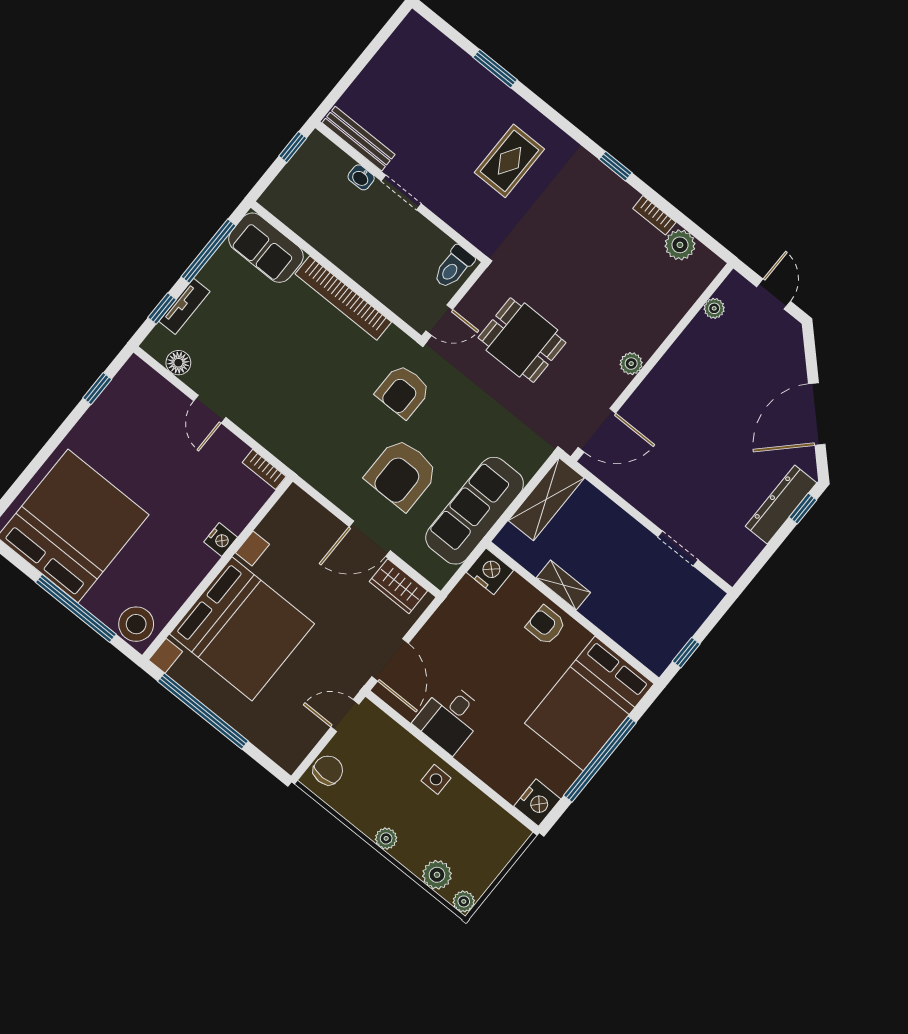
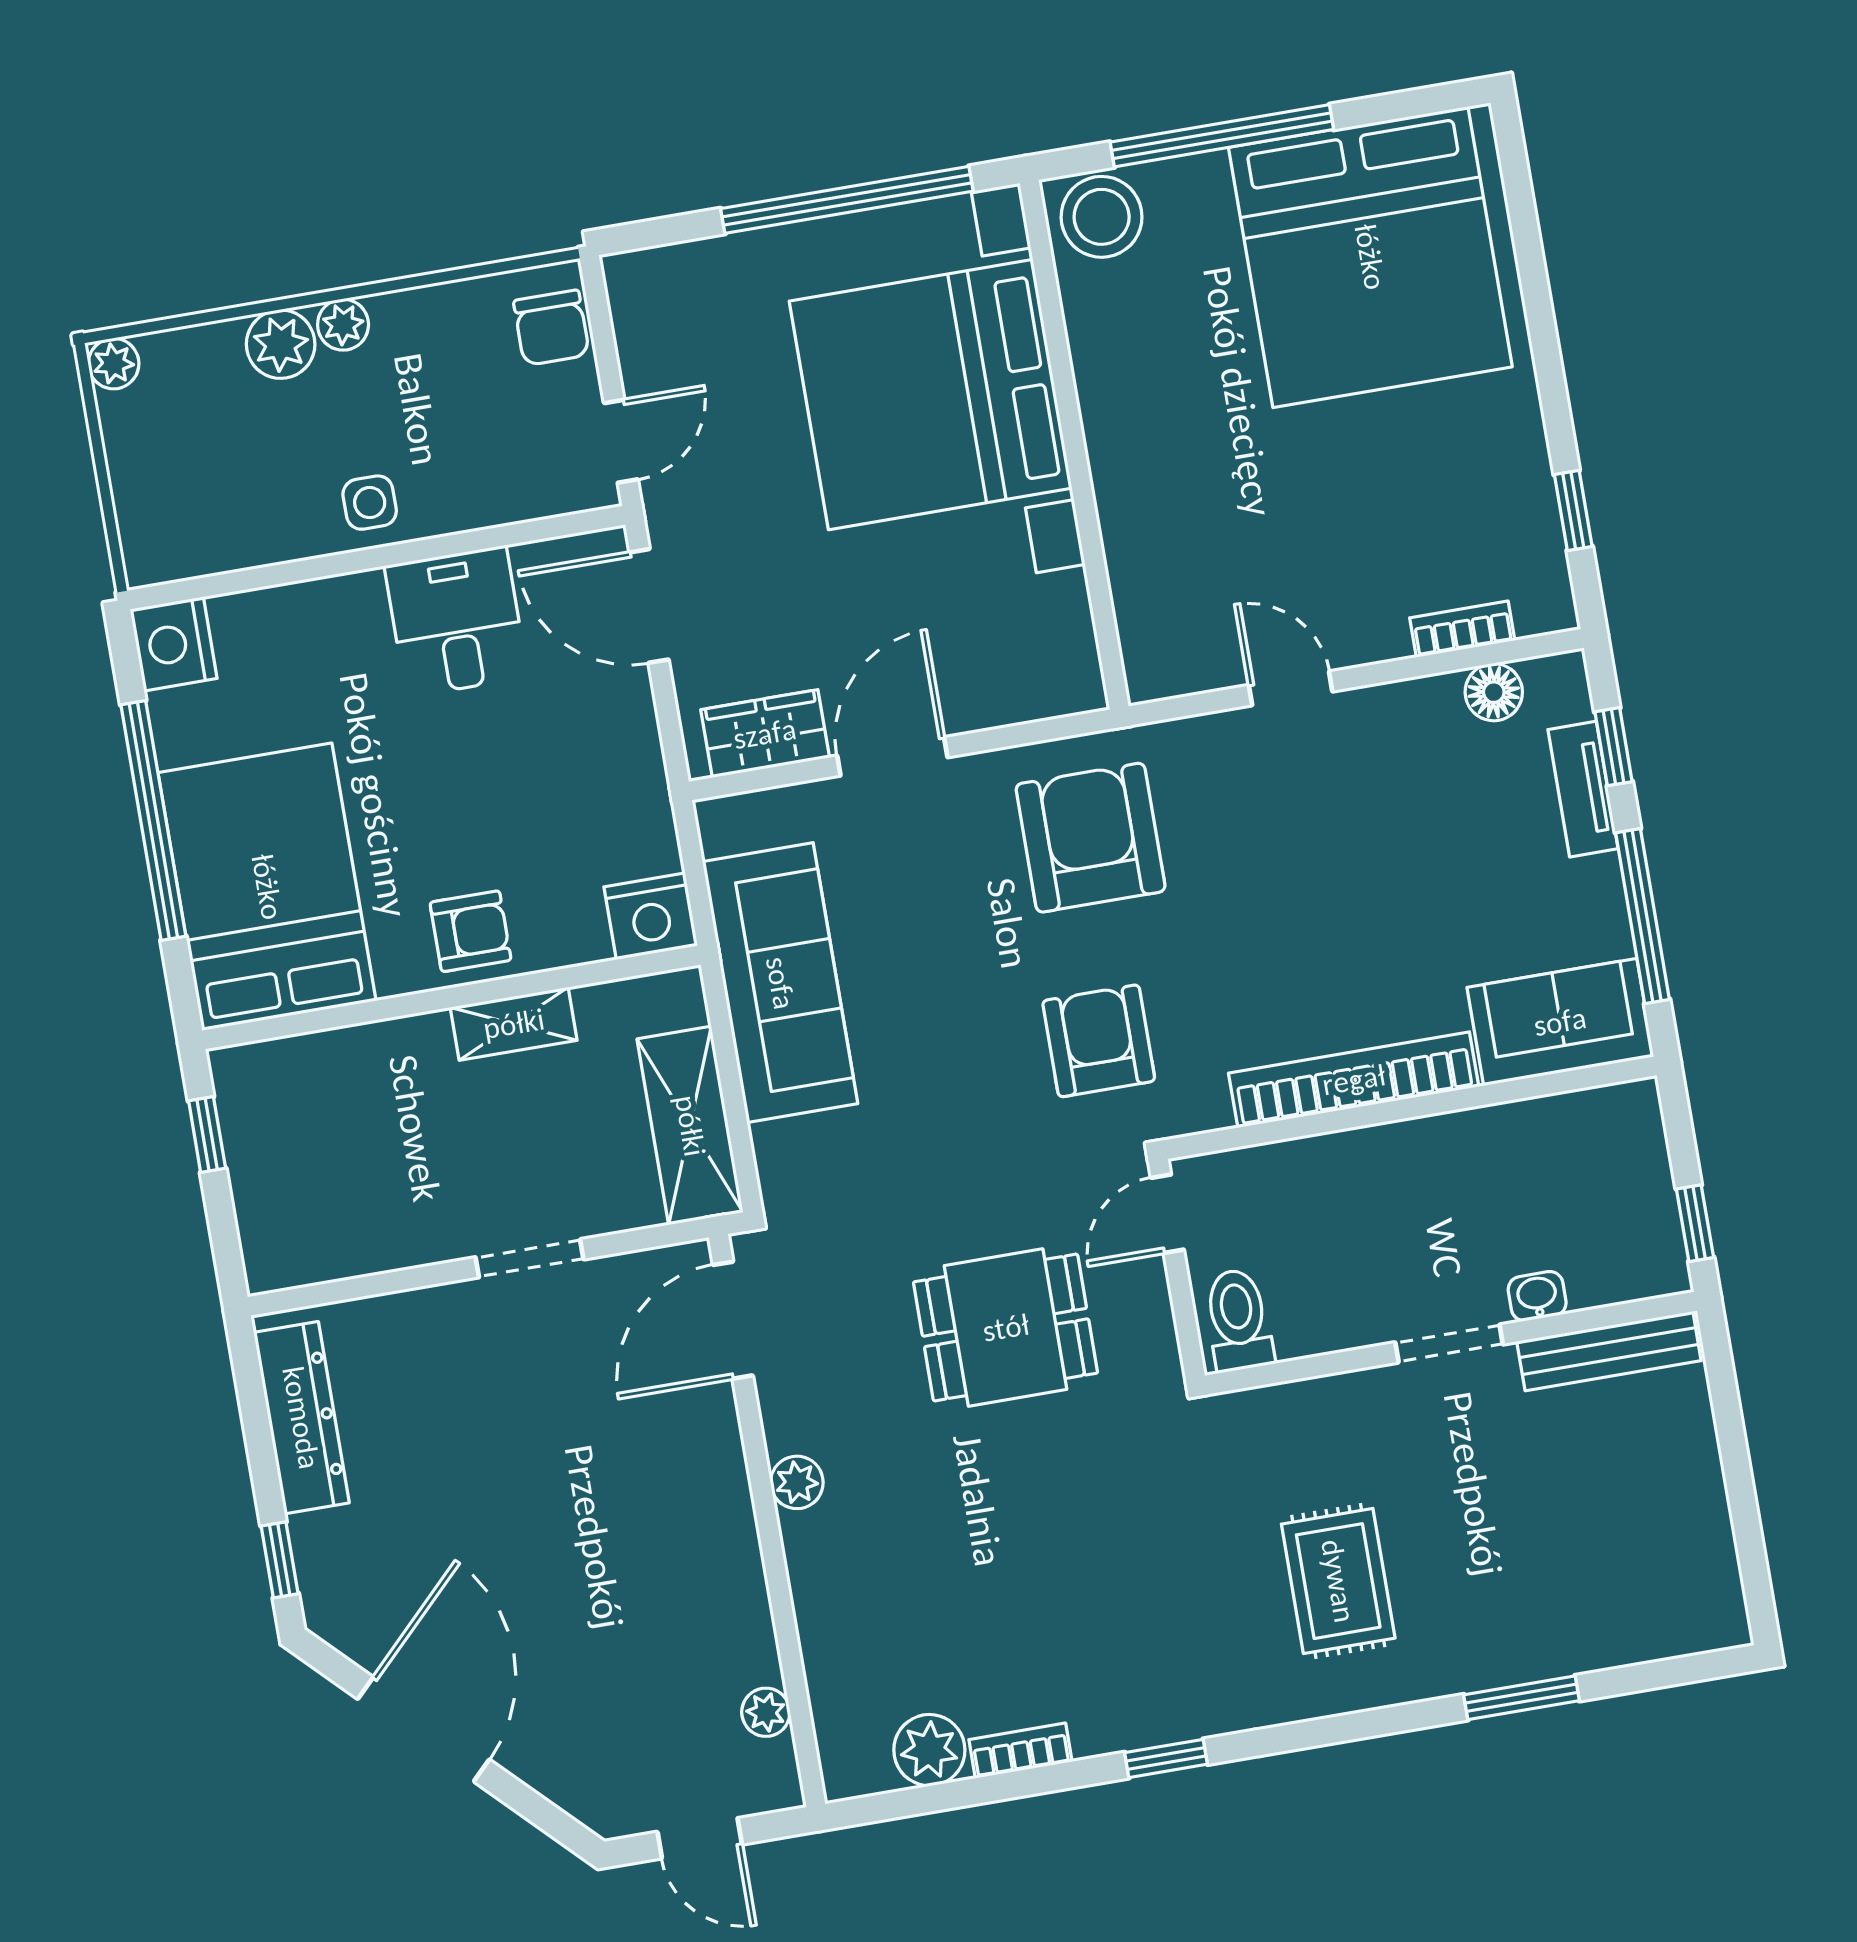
door: (210, 409) -> (1291, 688), moved
bookcase: (264, 469) -> (1462, 629), moved
armchair: (402, 474) -> (1091, 838), moved
dresser: (781, 505) -> (301, 1418), moved
nightstand: (221, 540) -> (1120, 494), removed
doorway: (678, 548) -> (530, 1258), moved
plant: (437, 875) -> (281, 344), moved

